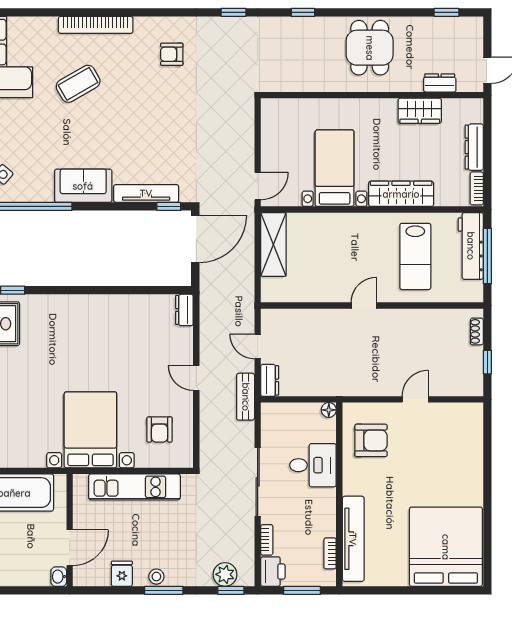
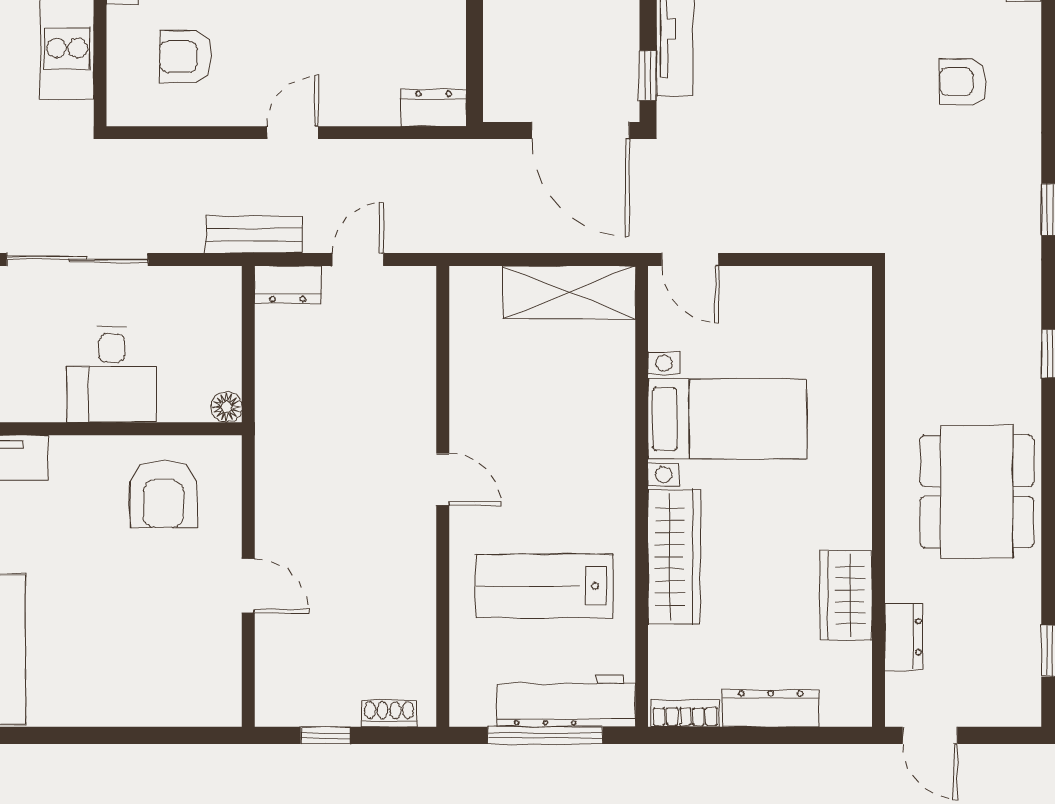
dining table: (370, 48) -> (977, 492), width x1.38
armchair: (172, 54) -> (963, 82), turned -90

